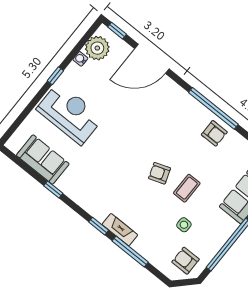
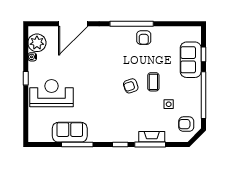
window: (117, 31) -> (40, 24), removed
armchair: (214, 133) -> (144, 38), turned 90
sofa: (43, 160) -> (70, 132), moved
window: (53, 190) -> (77, 145), width x2.17
fireplace: (120, 230) -> (152, 137), moved

